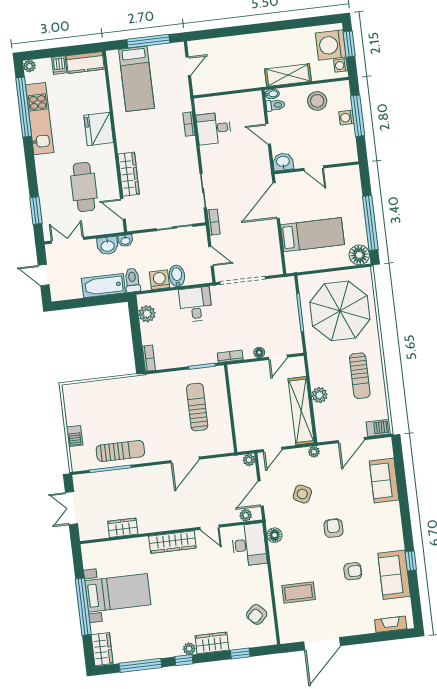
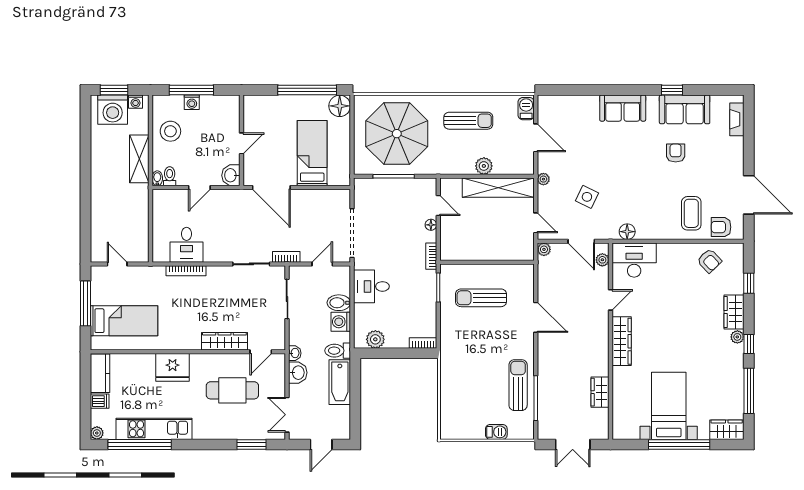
bookcase: (189, 124) -> (186, 271), width x1.56
sofa: (384, 480) -> (623, 108), moved
armchair: (333, 528) -> (721, 227), moved

